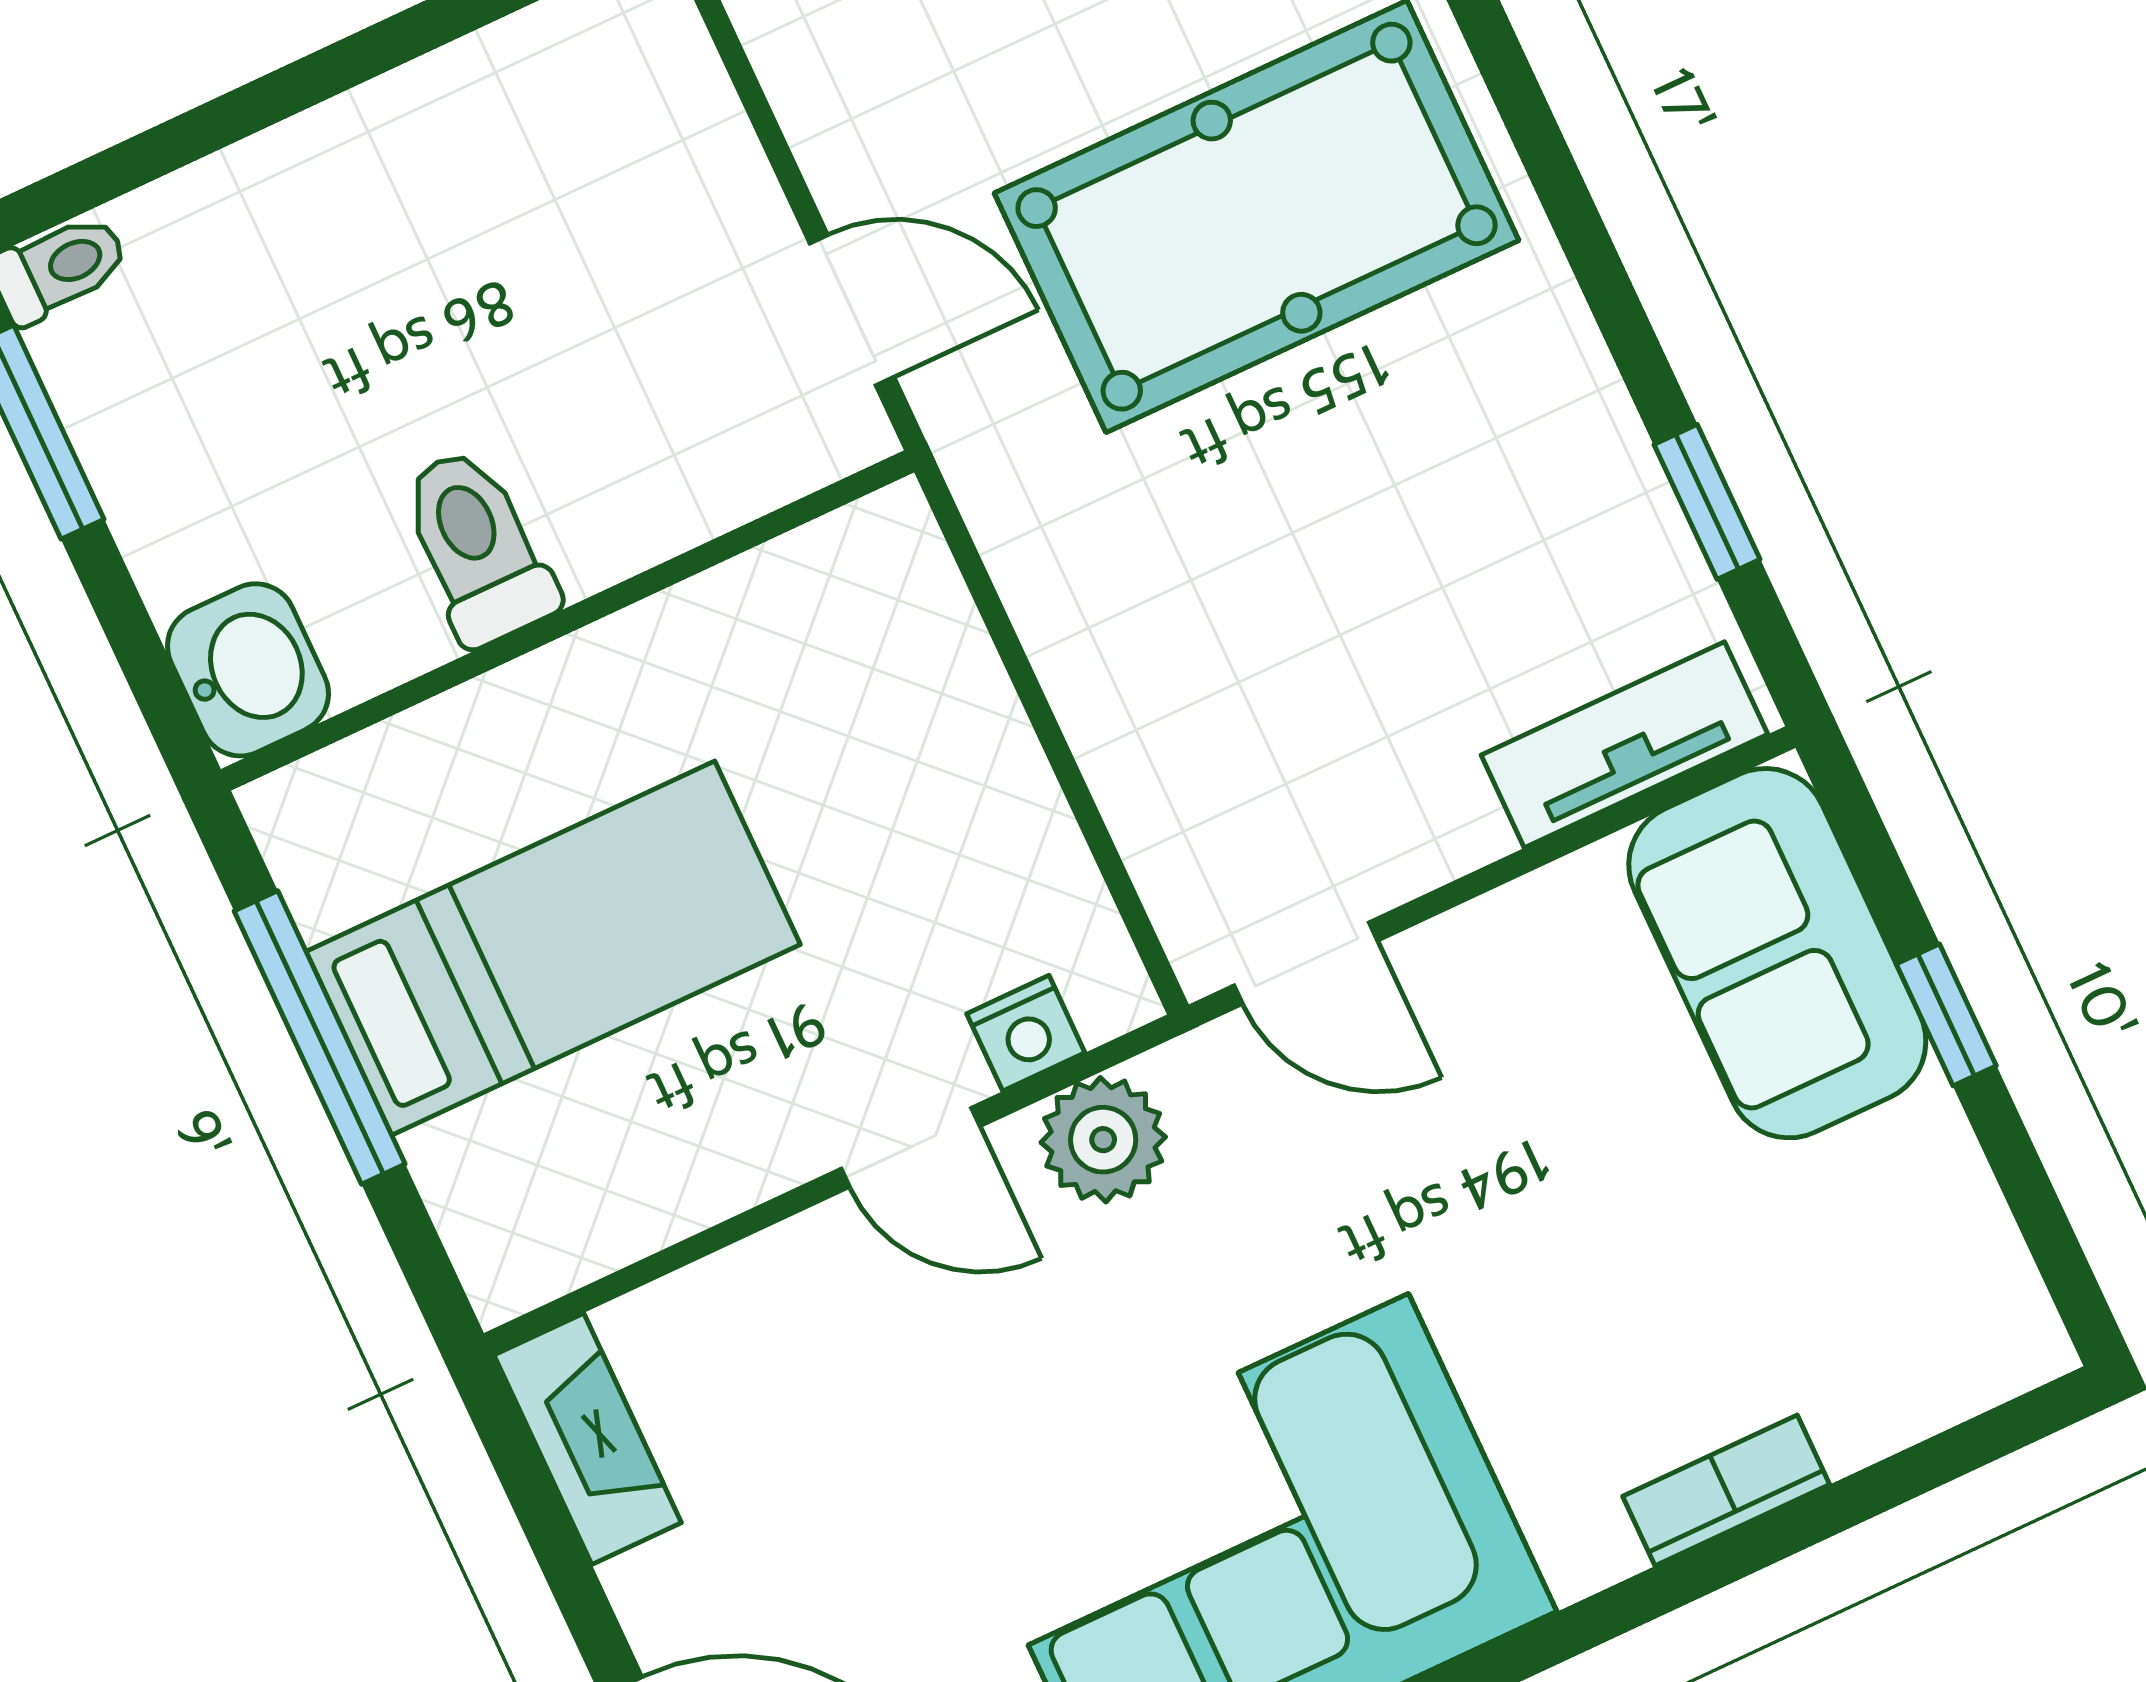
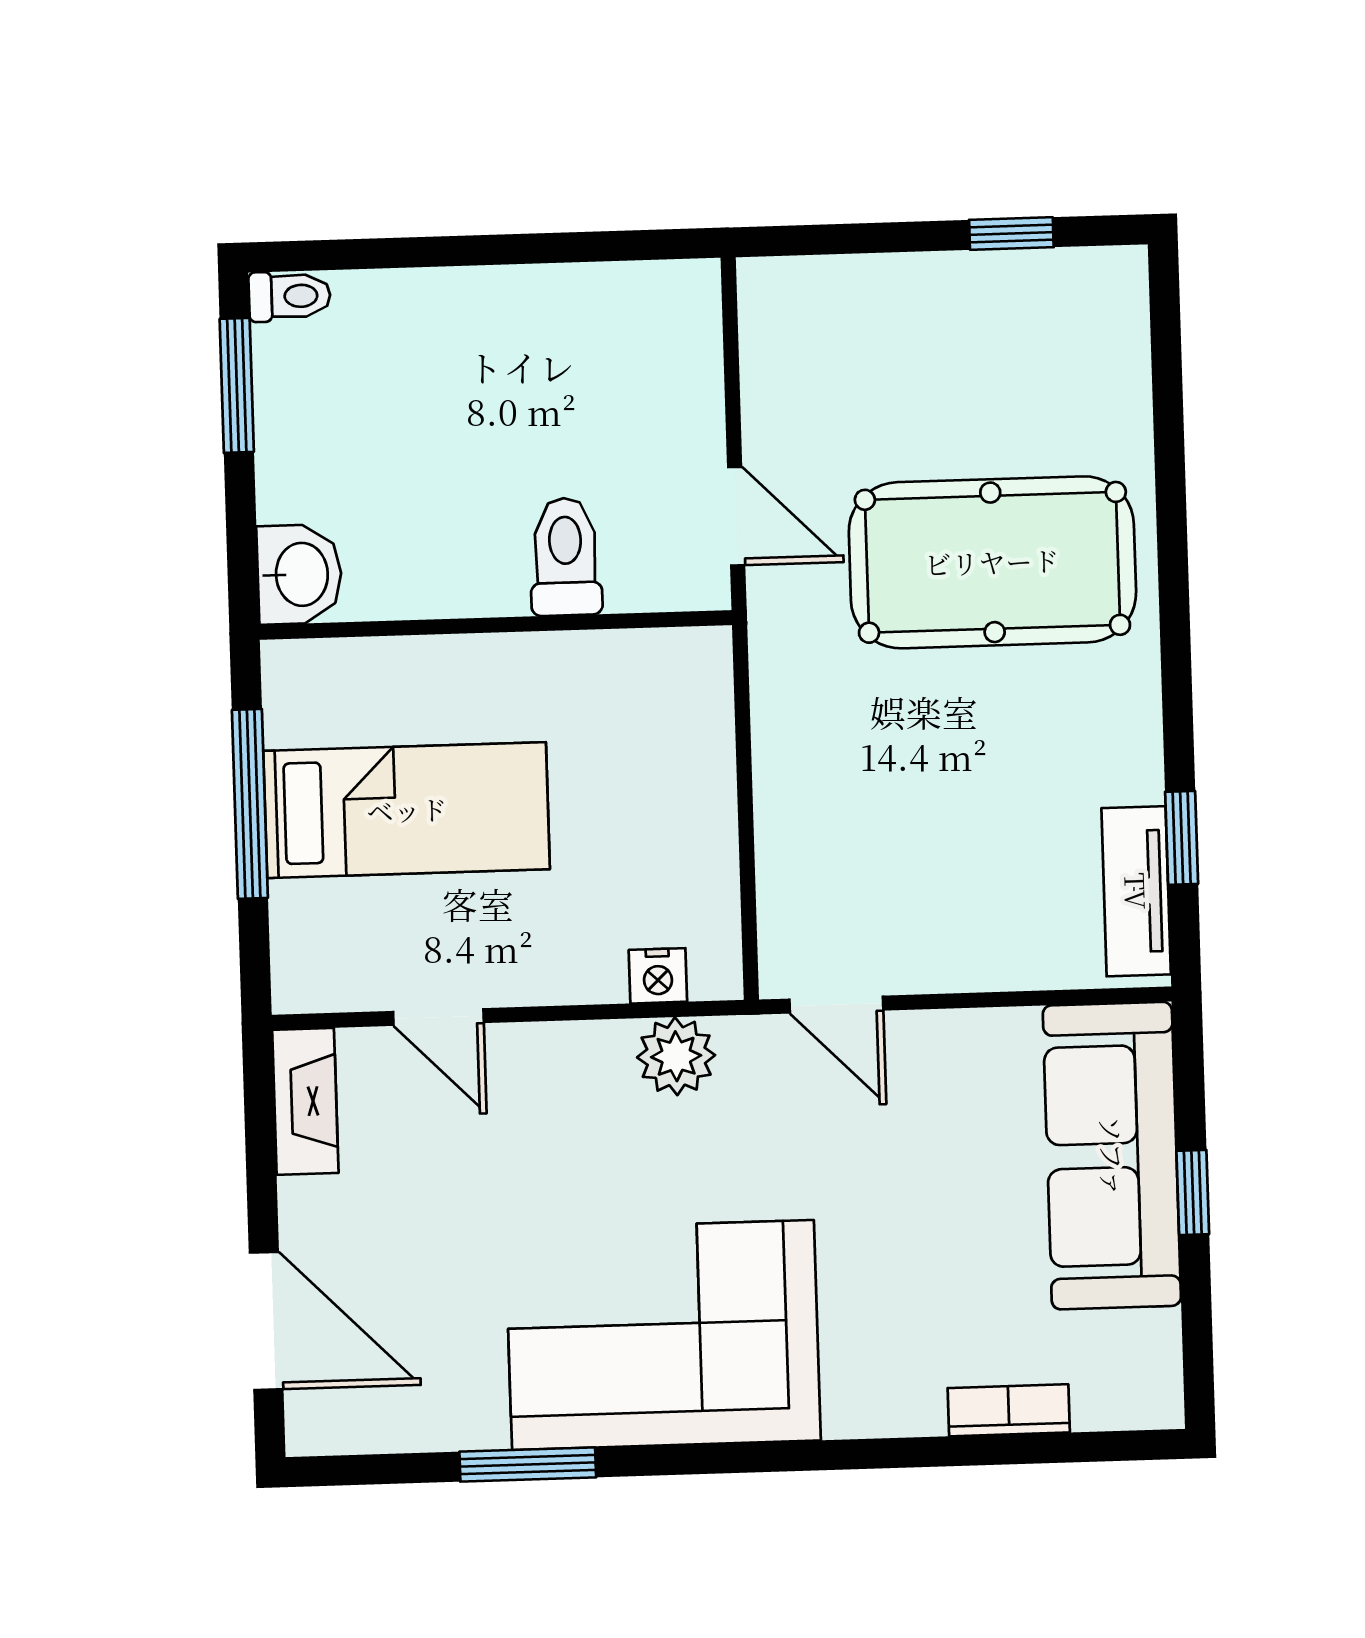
toilet: (477, 547) -> (566, 557), moved
tv unit: (1624, 745) -> (1136, 891), moved, turned -90
sofa: (1777, 953) -> (1112, 1156), width x1.36
door: (910, 1147) -> (438, 1017), moved
bookcase: (1726, 1490) -> (1009, 1410), moved

